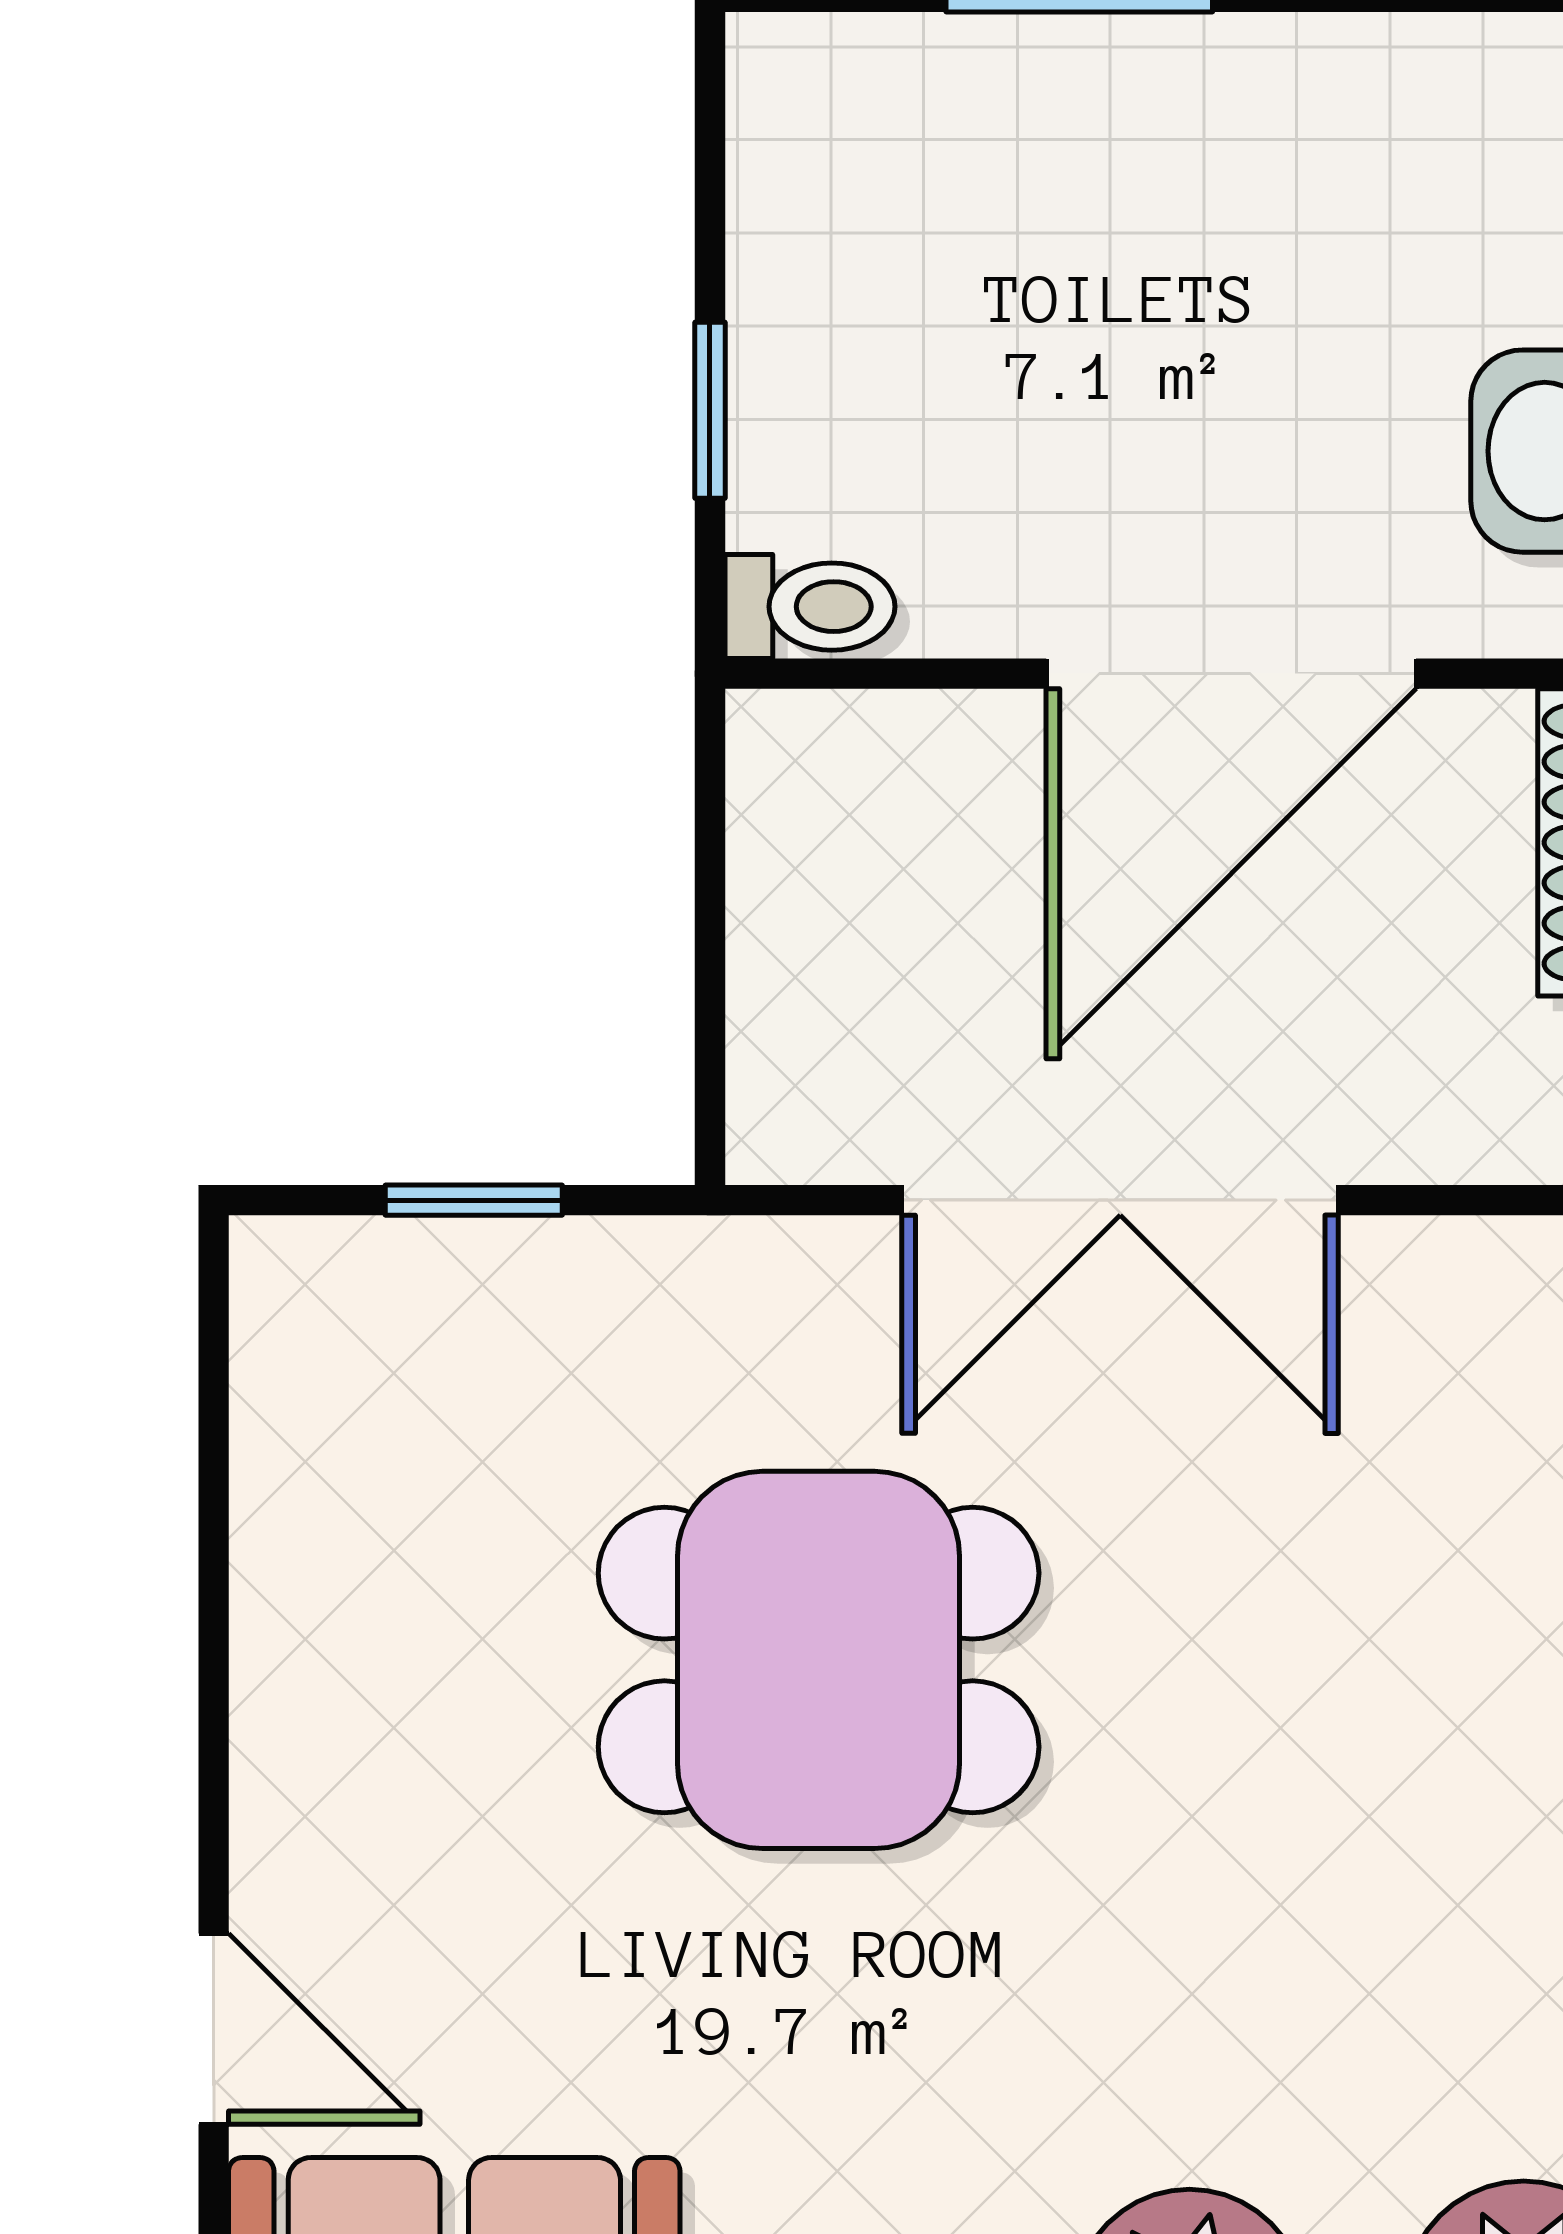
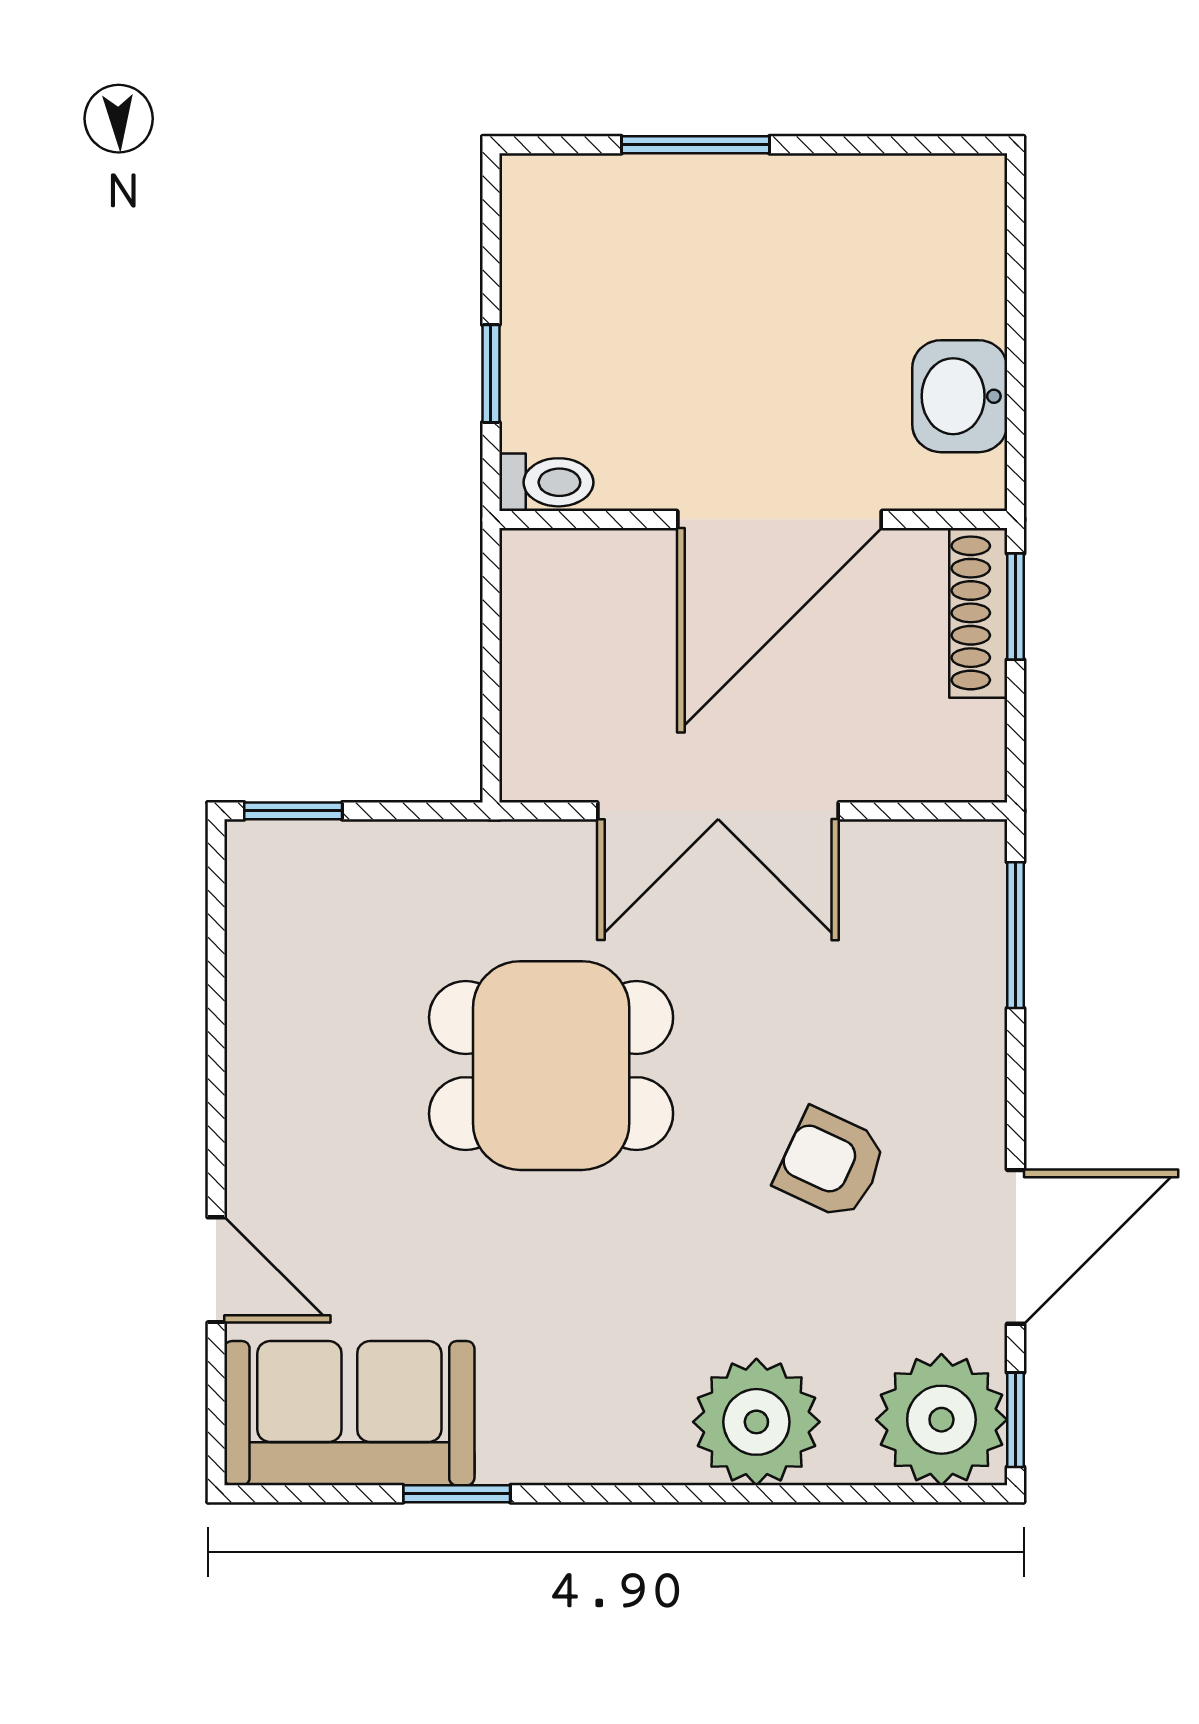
window: (474, 1200) -> (293, 811), moved
armchair: (1324, 1837) -> (831, 1164), added

